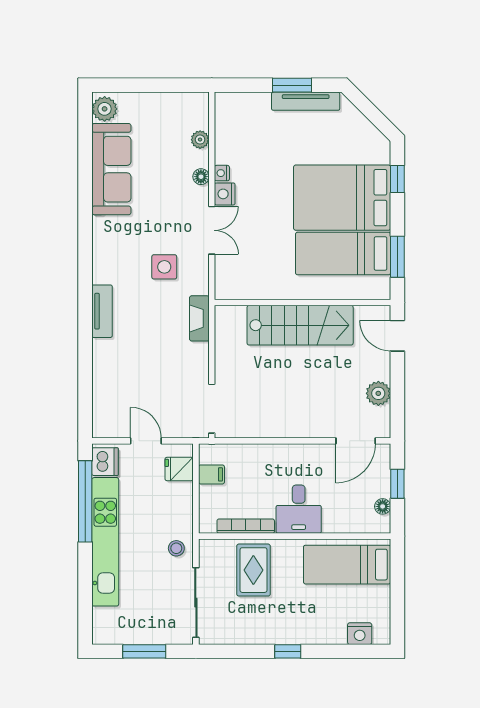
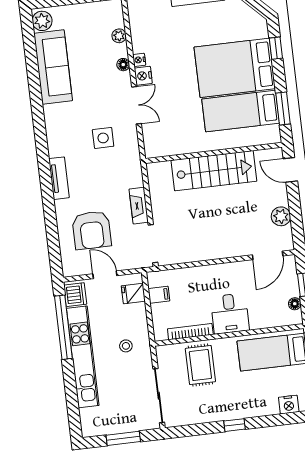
fireplace: (199, 318) -> (139, 206), moved
armchair: (136, 382) -> (92, 230), added
stool: (176, 548) -> (126, 346), moved

